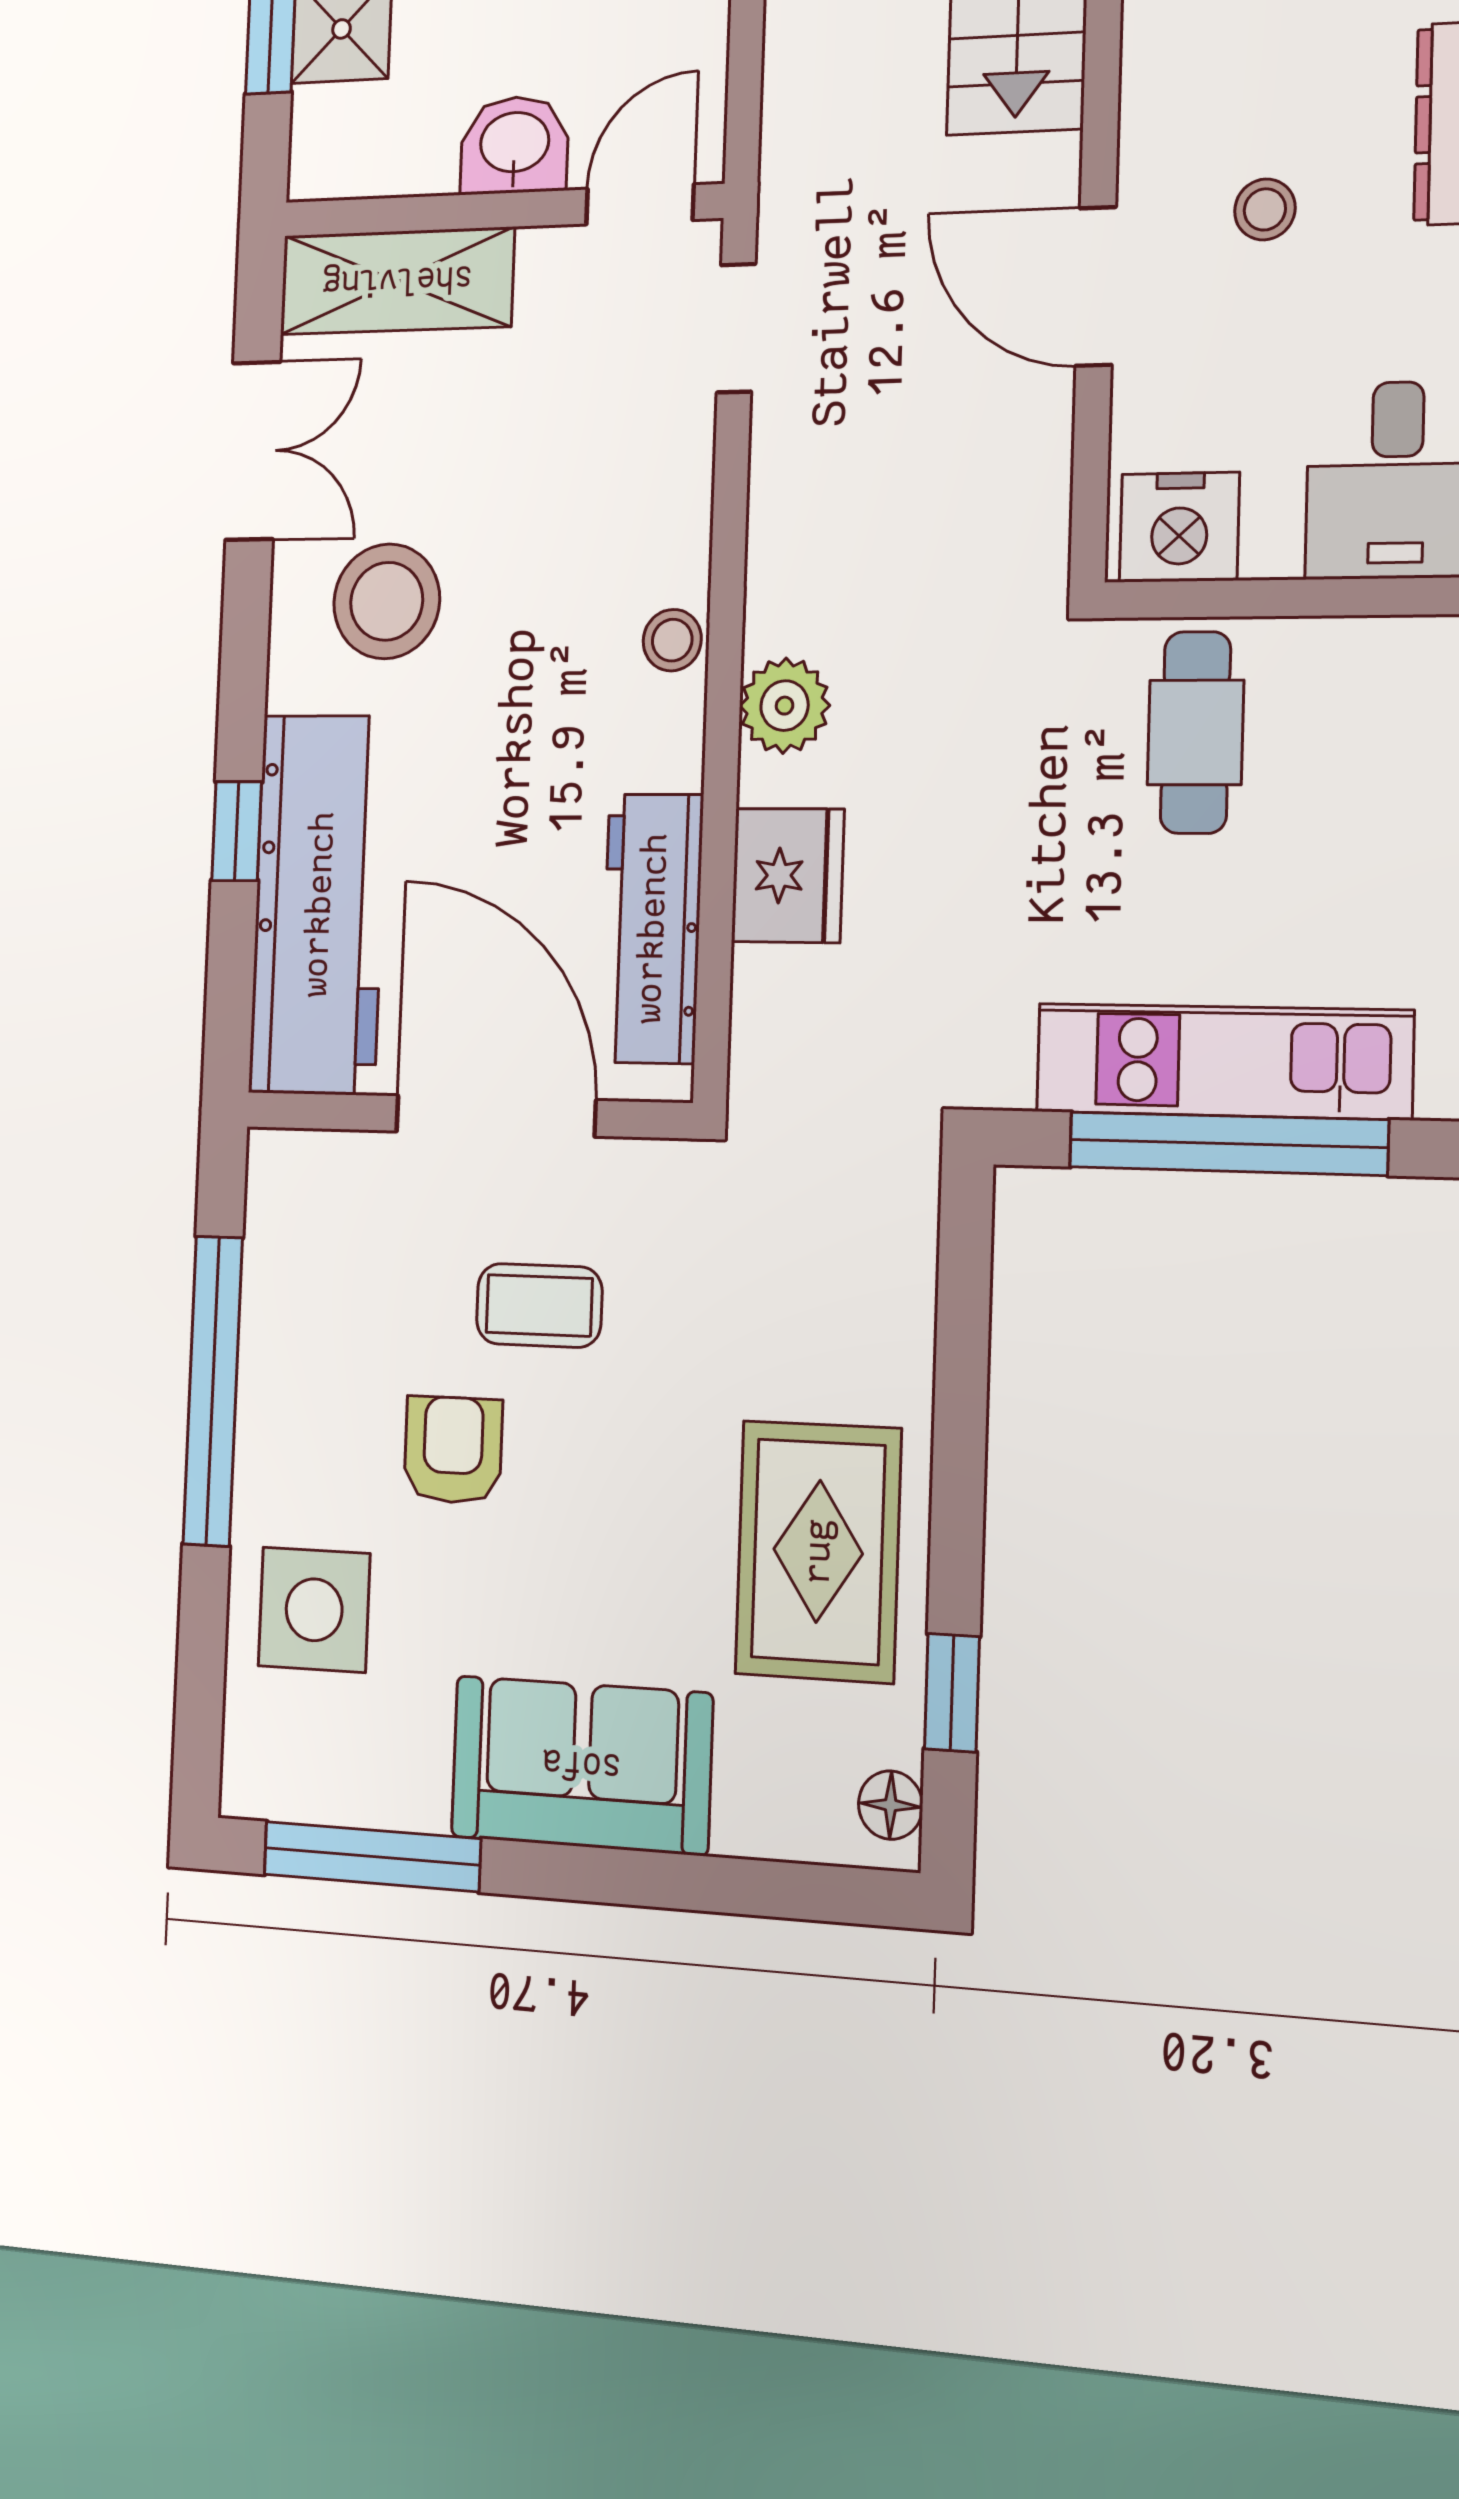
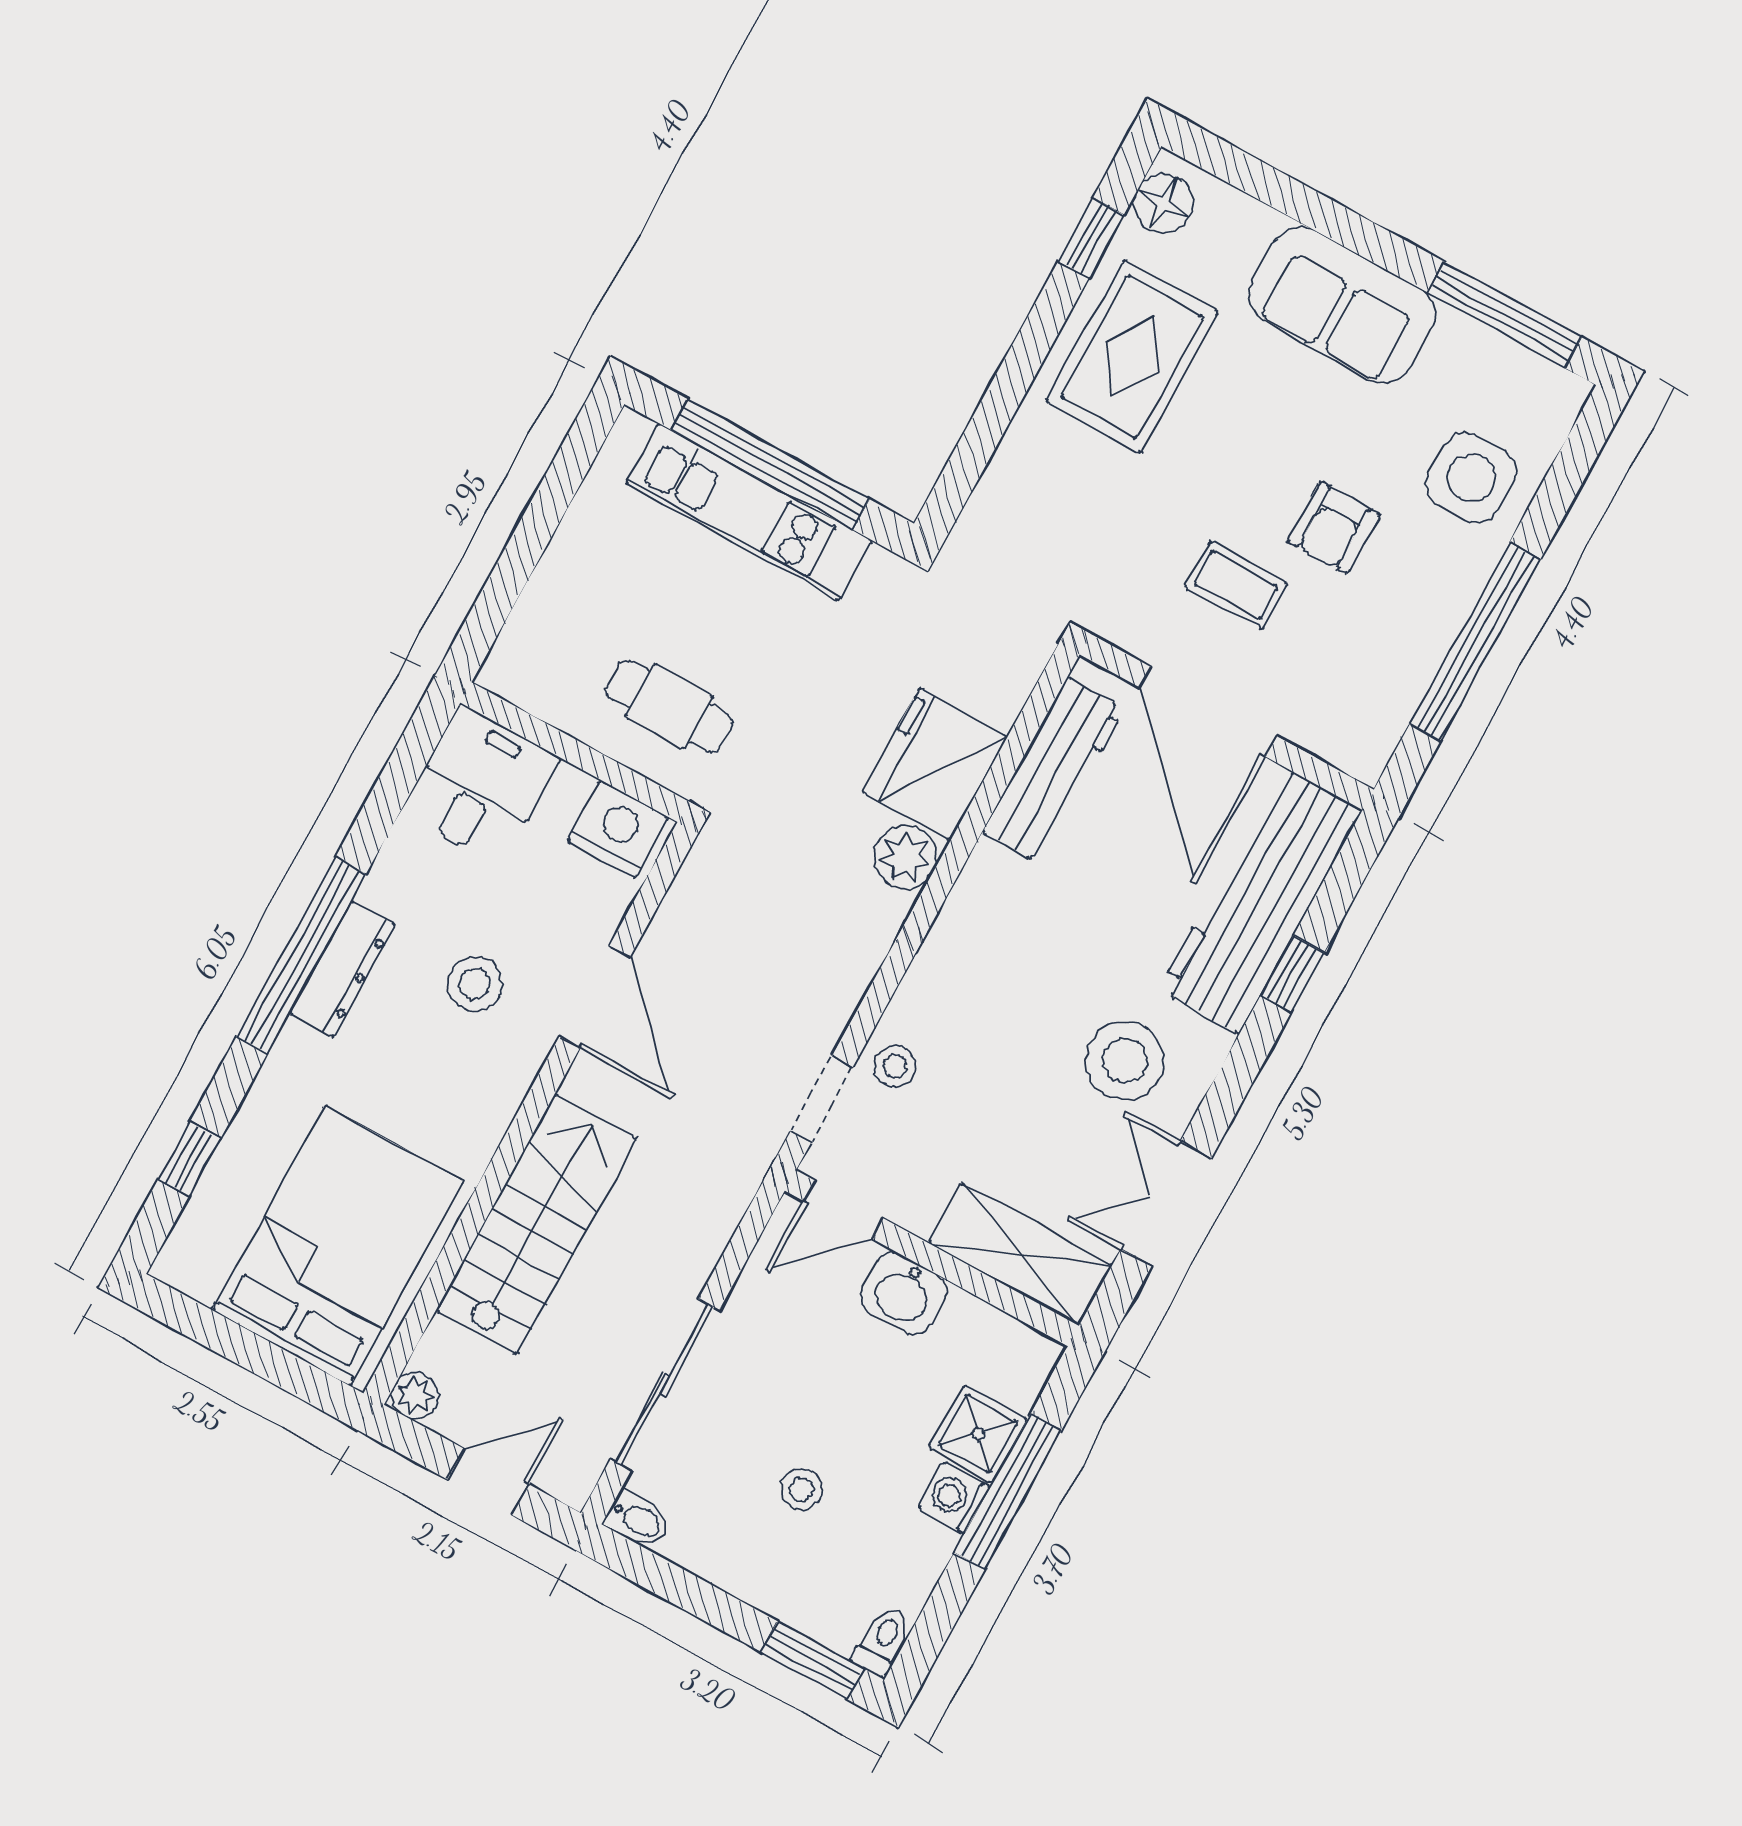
stool: (1265, 209) -> (475, 984), width x1.37, depth x1.37
stool: (672, 640) -> (895, 1066), moved
cafe table: (1195, 732) -> (669, 706), turned 90
fridge: (788, 875) -> (935, 764), width x1.36, depth x1.34
floor lamp: (891, 1805) -> (1163, 203), width x1.37, depth x1.37

